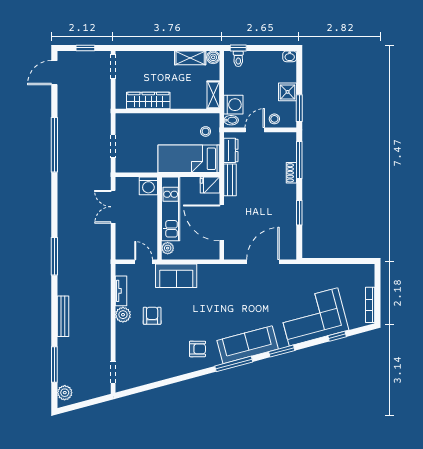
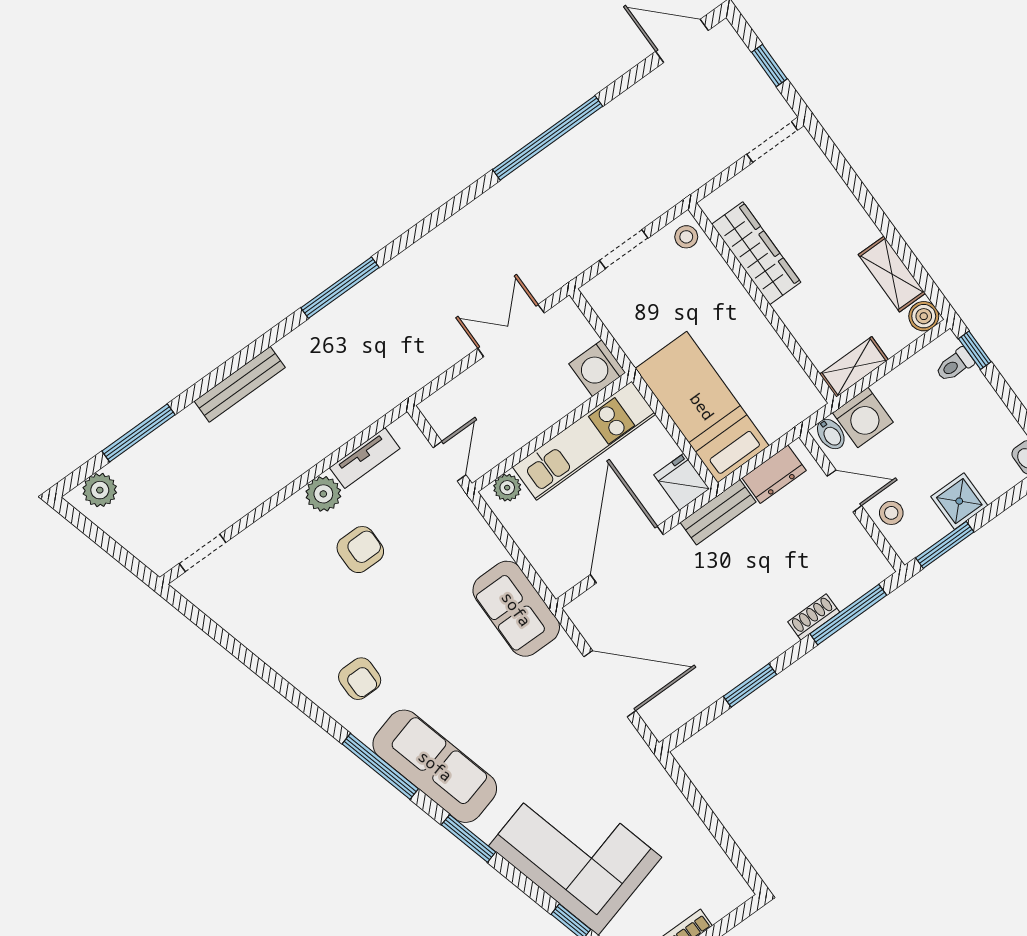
stool: (206, 131) -> (686, 237), moved
sofa: (176, 276) -> (516, 609), moved

